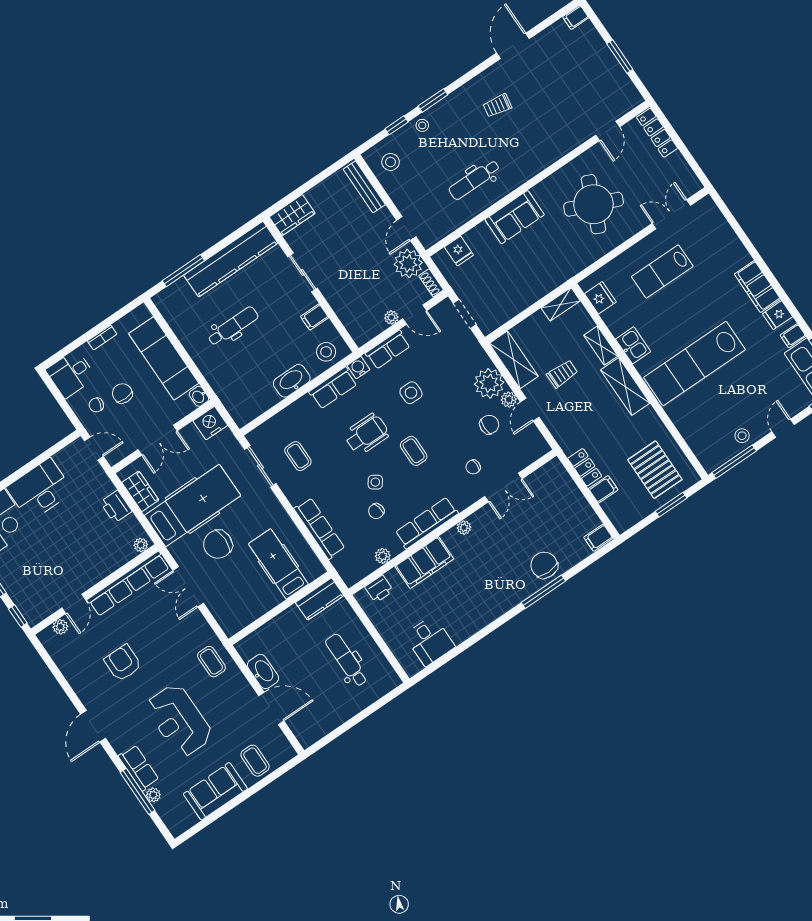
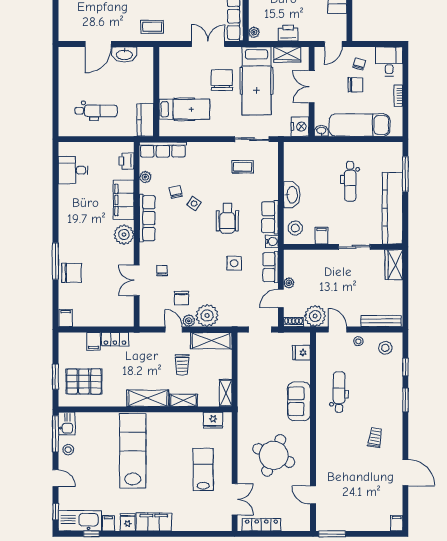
window: (620, 56) -> (332, 534), moved
stool: (422, 125) -> (358, 341), moved
locker: (657, 133) -> (261, 525), moved
kitchen sink: (633, 345) -> (67, 424), moved, turned -90
coffee table: (414, 451) -> (197, 240), removed
row of seats: (319, 528) -> (163, 150), moved
plant: (464, 528) -> (124, 235), width x1.87, depth x1.87
coffee table: (255, 761) -> (73, 12), removed

